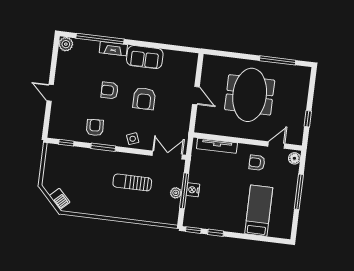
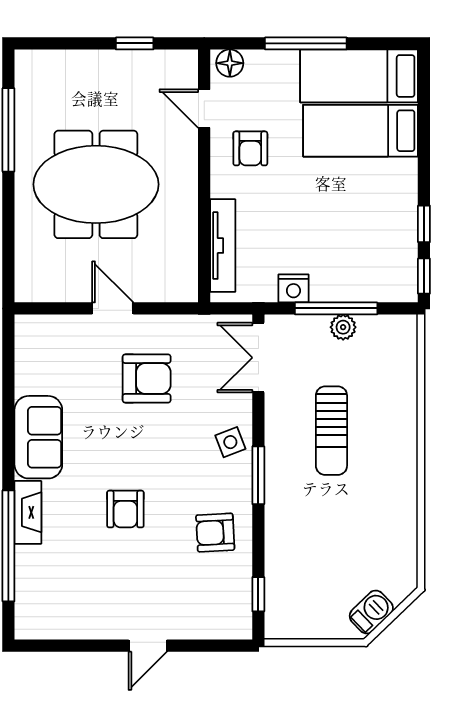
plant: (66, 44) -> (31, 623), removed
door: (196, 96) -> (113, 308), hinge flipped
armchair: (144, 99) -> (147, 378), moved
window: (103, 147) -> (258, 475), moved
nightstand: (193, 190) -> (293, 288), moved
barbecue: (60, 199) -> (371, 612), moved
bed: (282, 213) -> (359, 76), added

